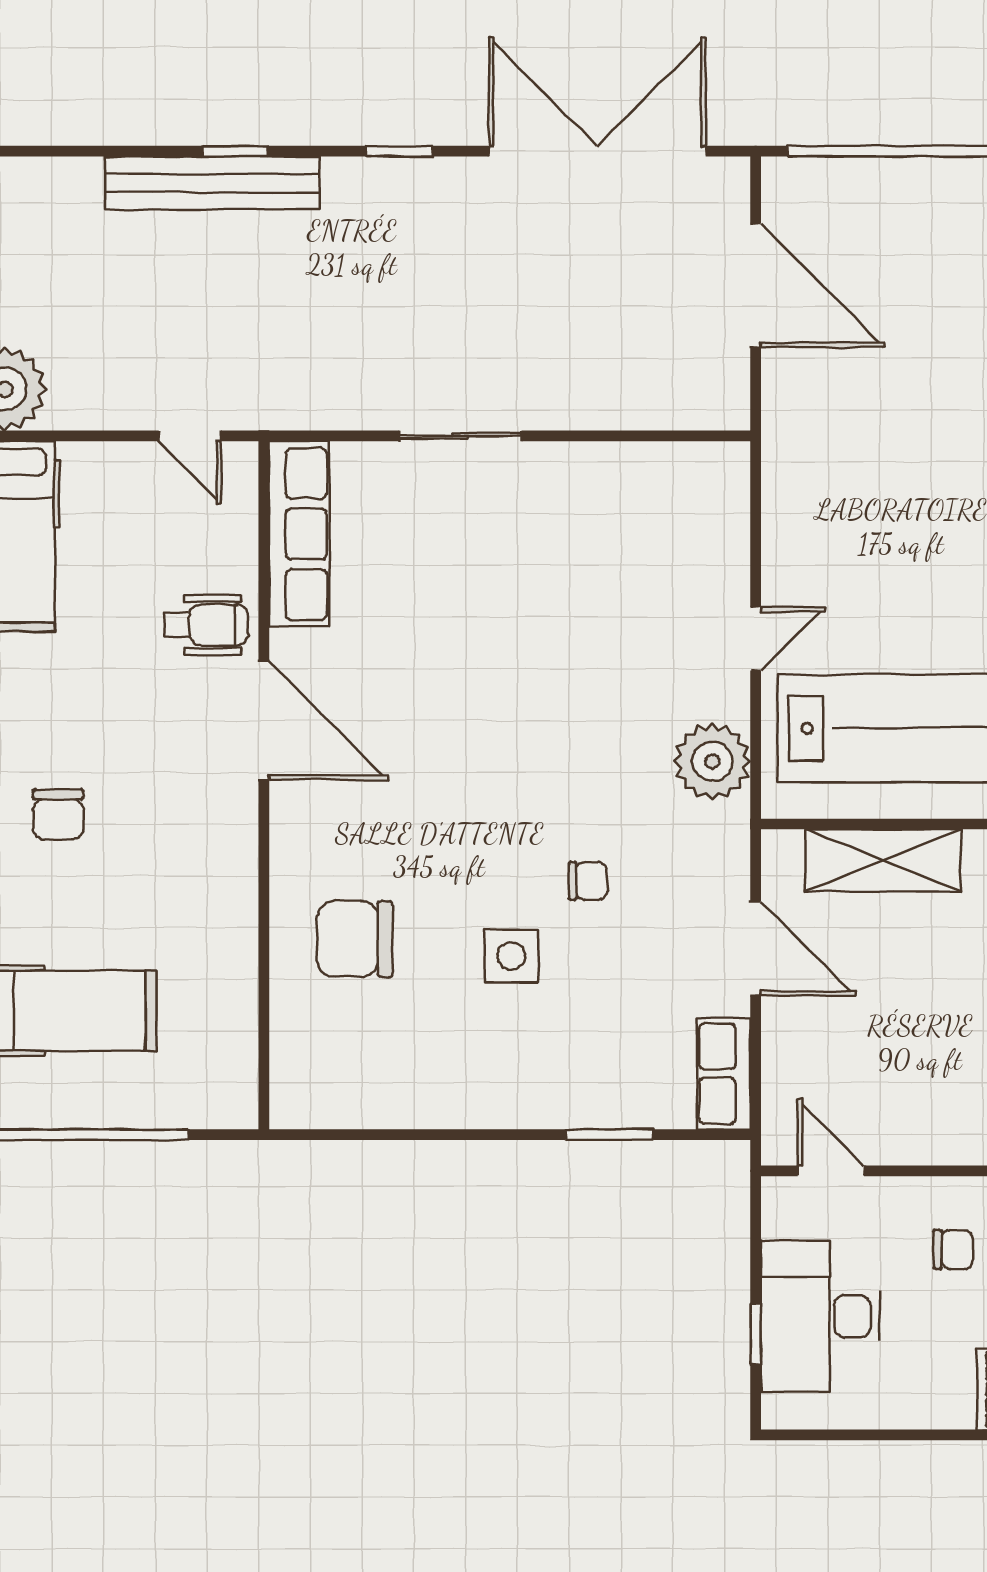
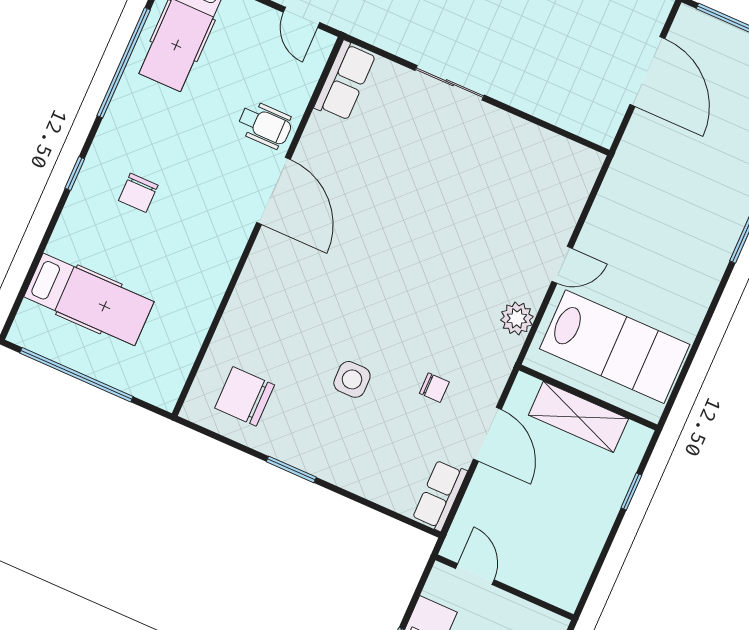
row of seats: (299, 534) -> (345, 81), width x0.68
plant: (712, 761) -> (517, 318), width x0.73, depth x0.73
chair: (588, 881) -> (434, 388), moved
chair: (355, 939) -> (245, 396), moved
window: (609, 1135) -> (291, 469), moved

